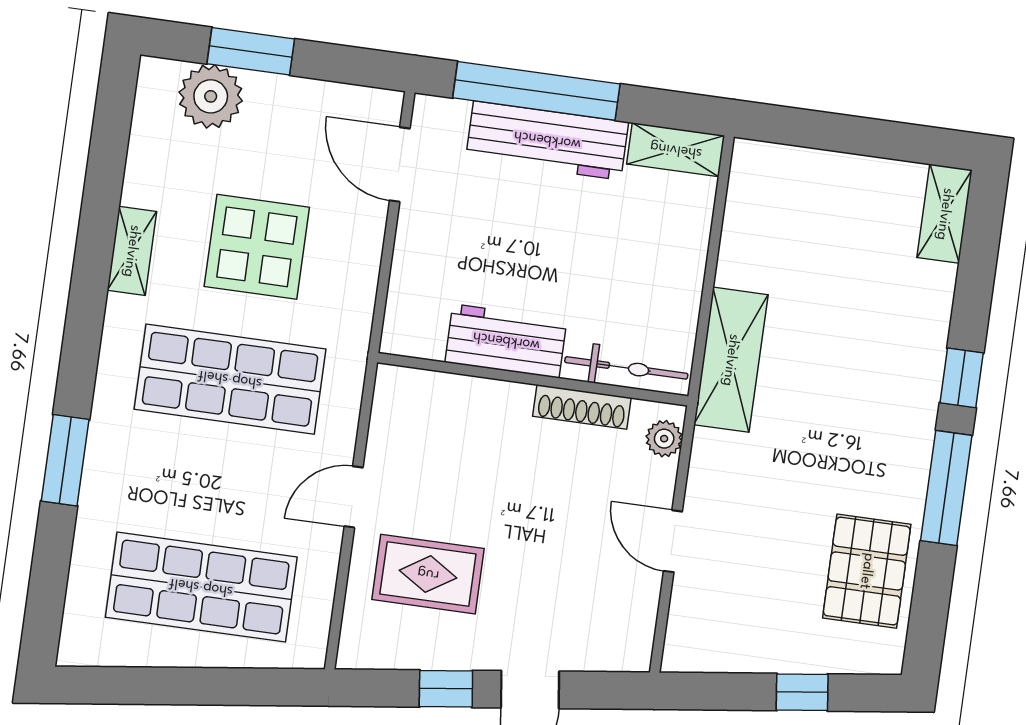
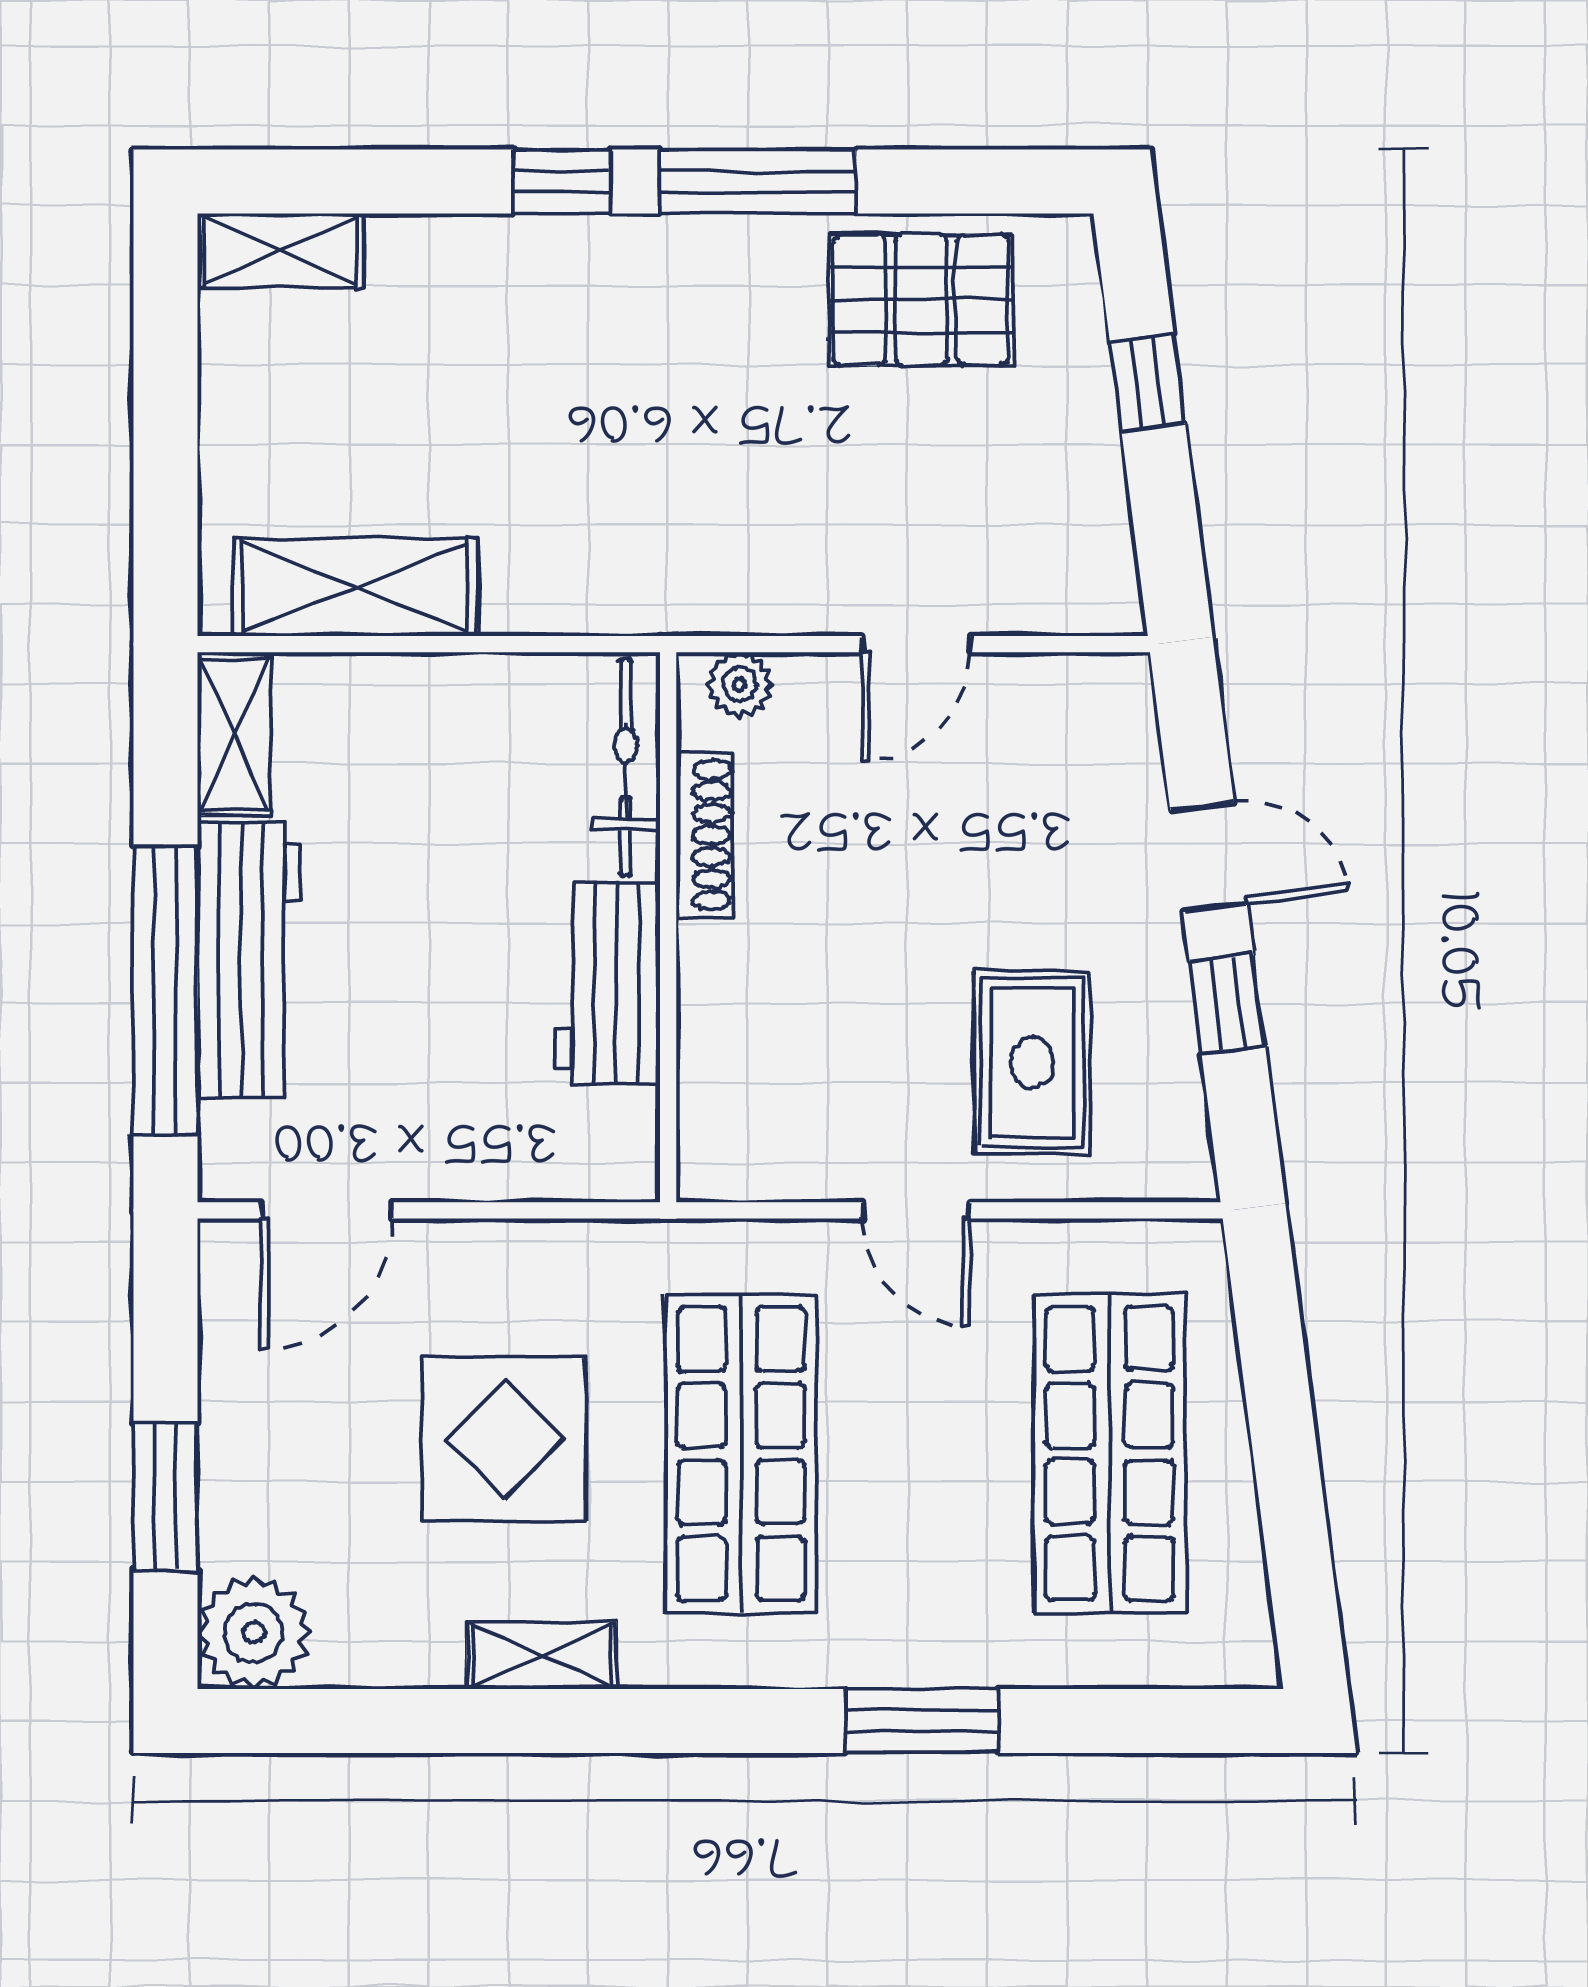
plant: (211, 96) -> (254, 1633), moved
shelving: (731, 360) -> (355, 587), moved

